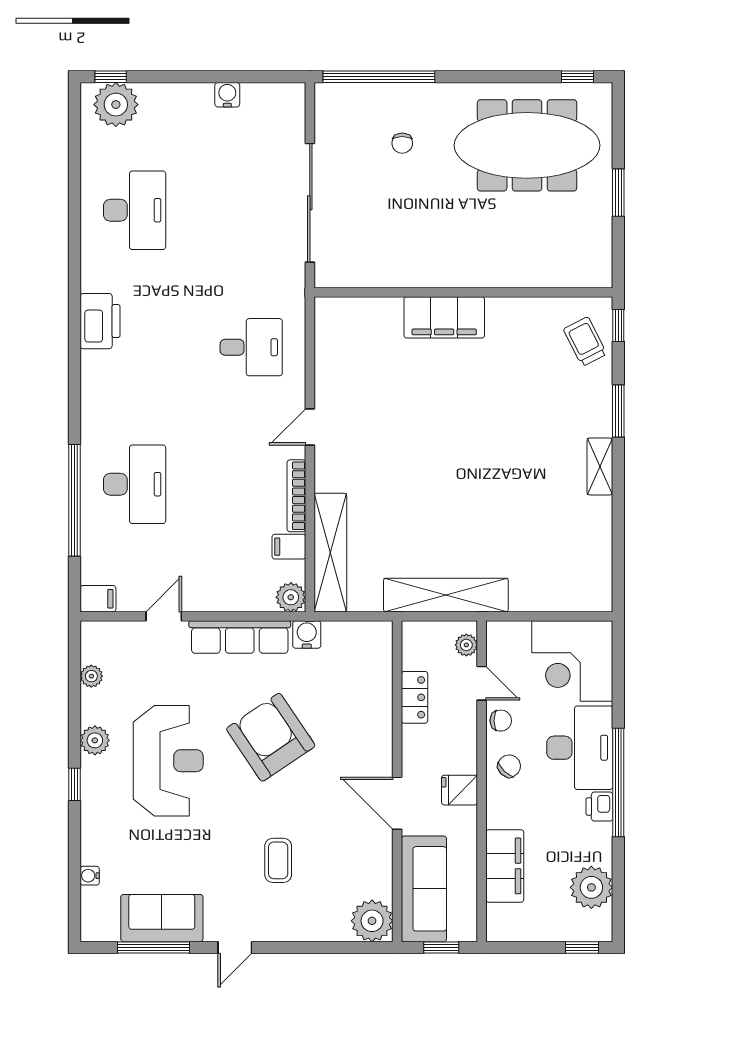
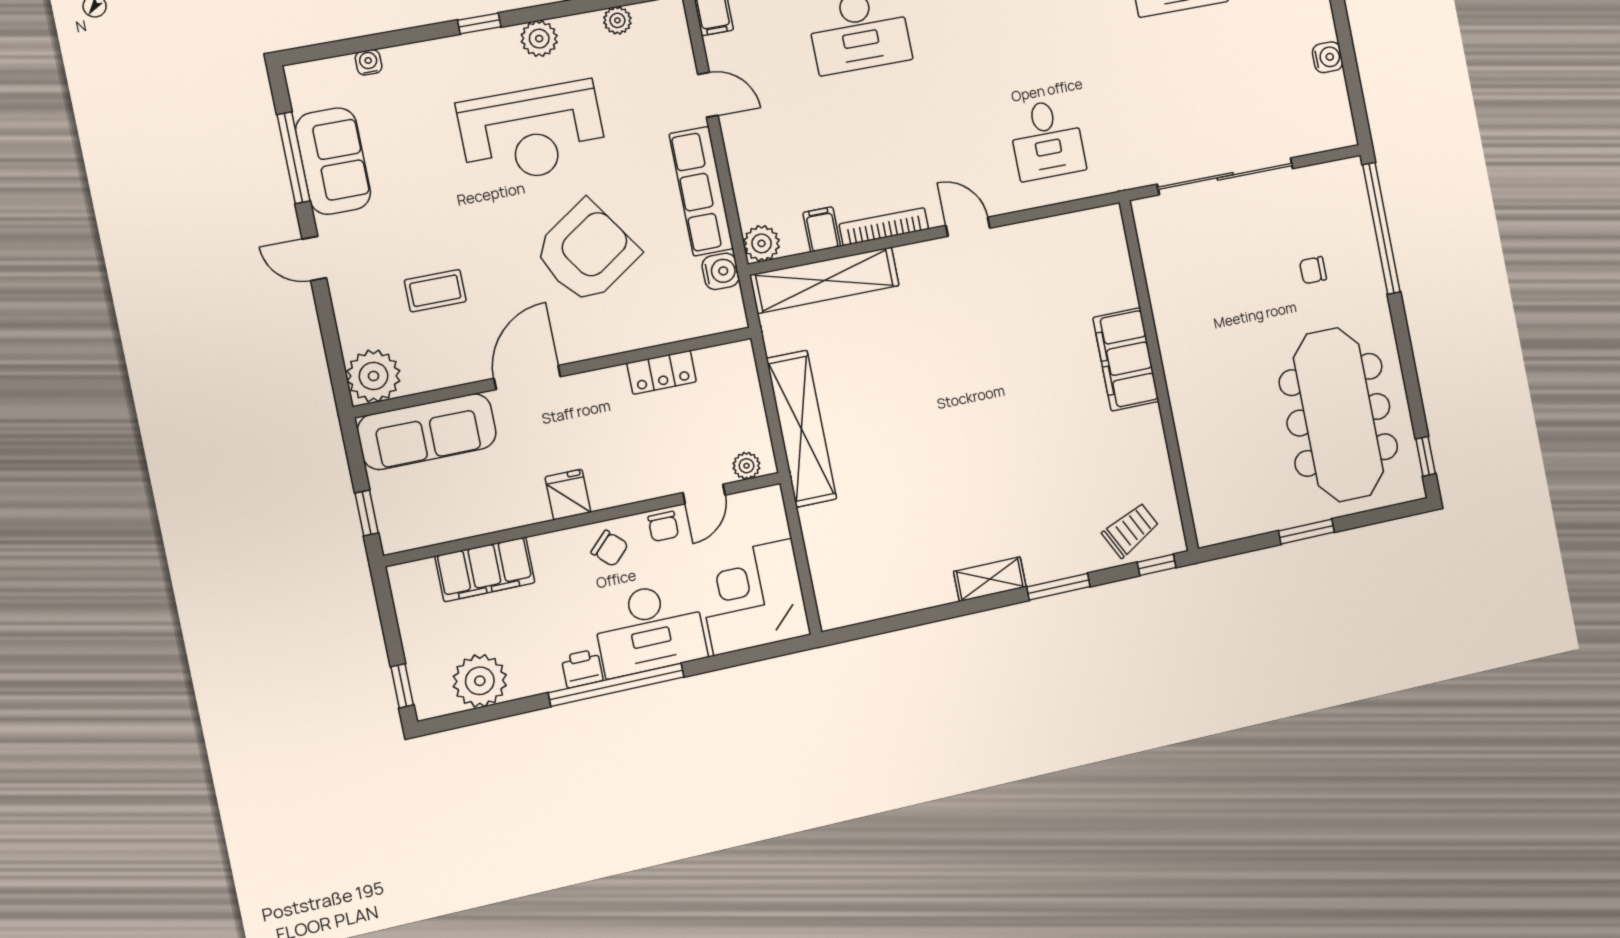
locker: (415, 697) -> (662, 372), moved
wall: (397, 781) -> (554, 372), moved
door: (397, 803) -> (527, 377), moved
sofa: (424, 889) -> (427, 432), moved
plant: (372, 921) -> (373, 376), moved

